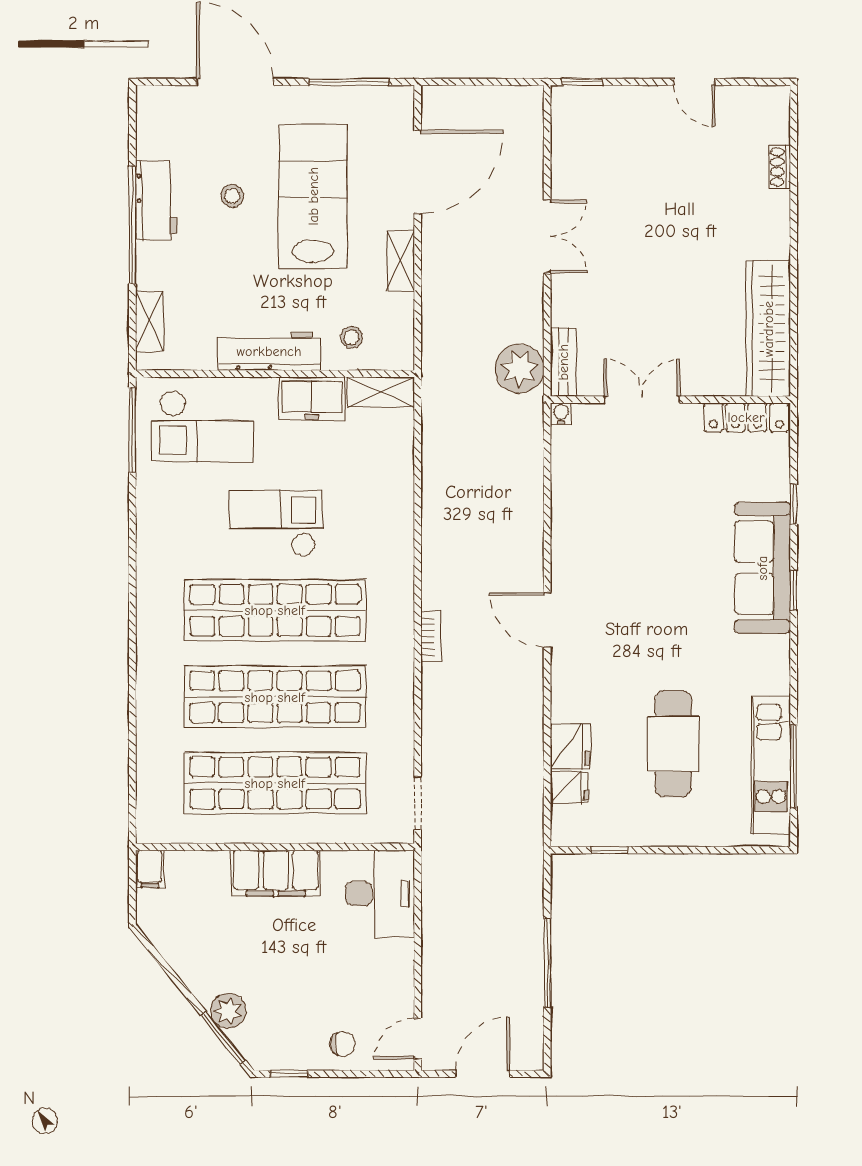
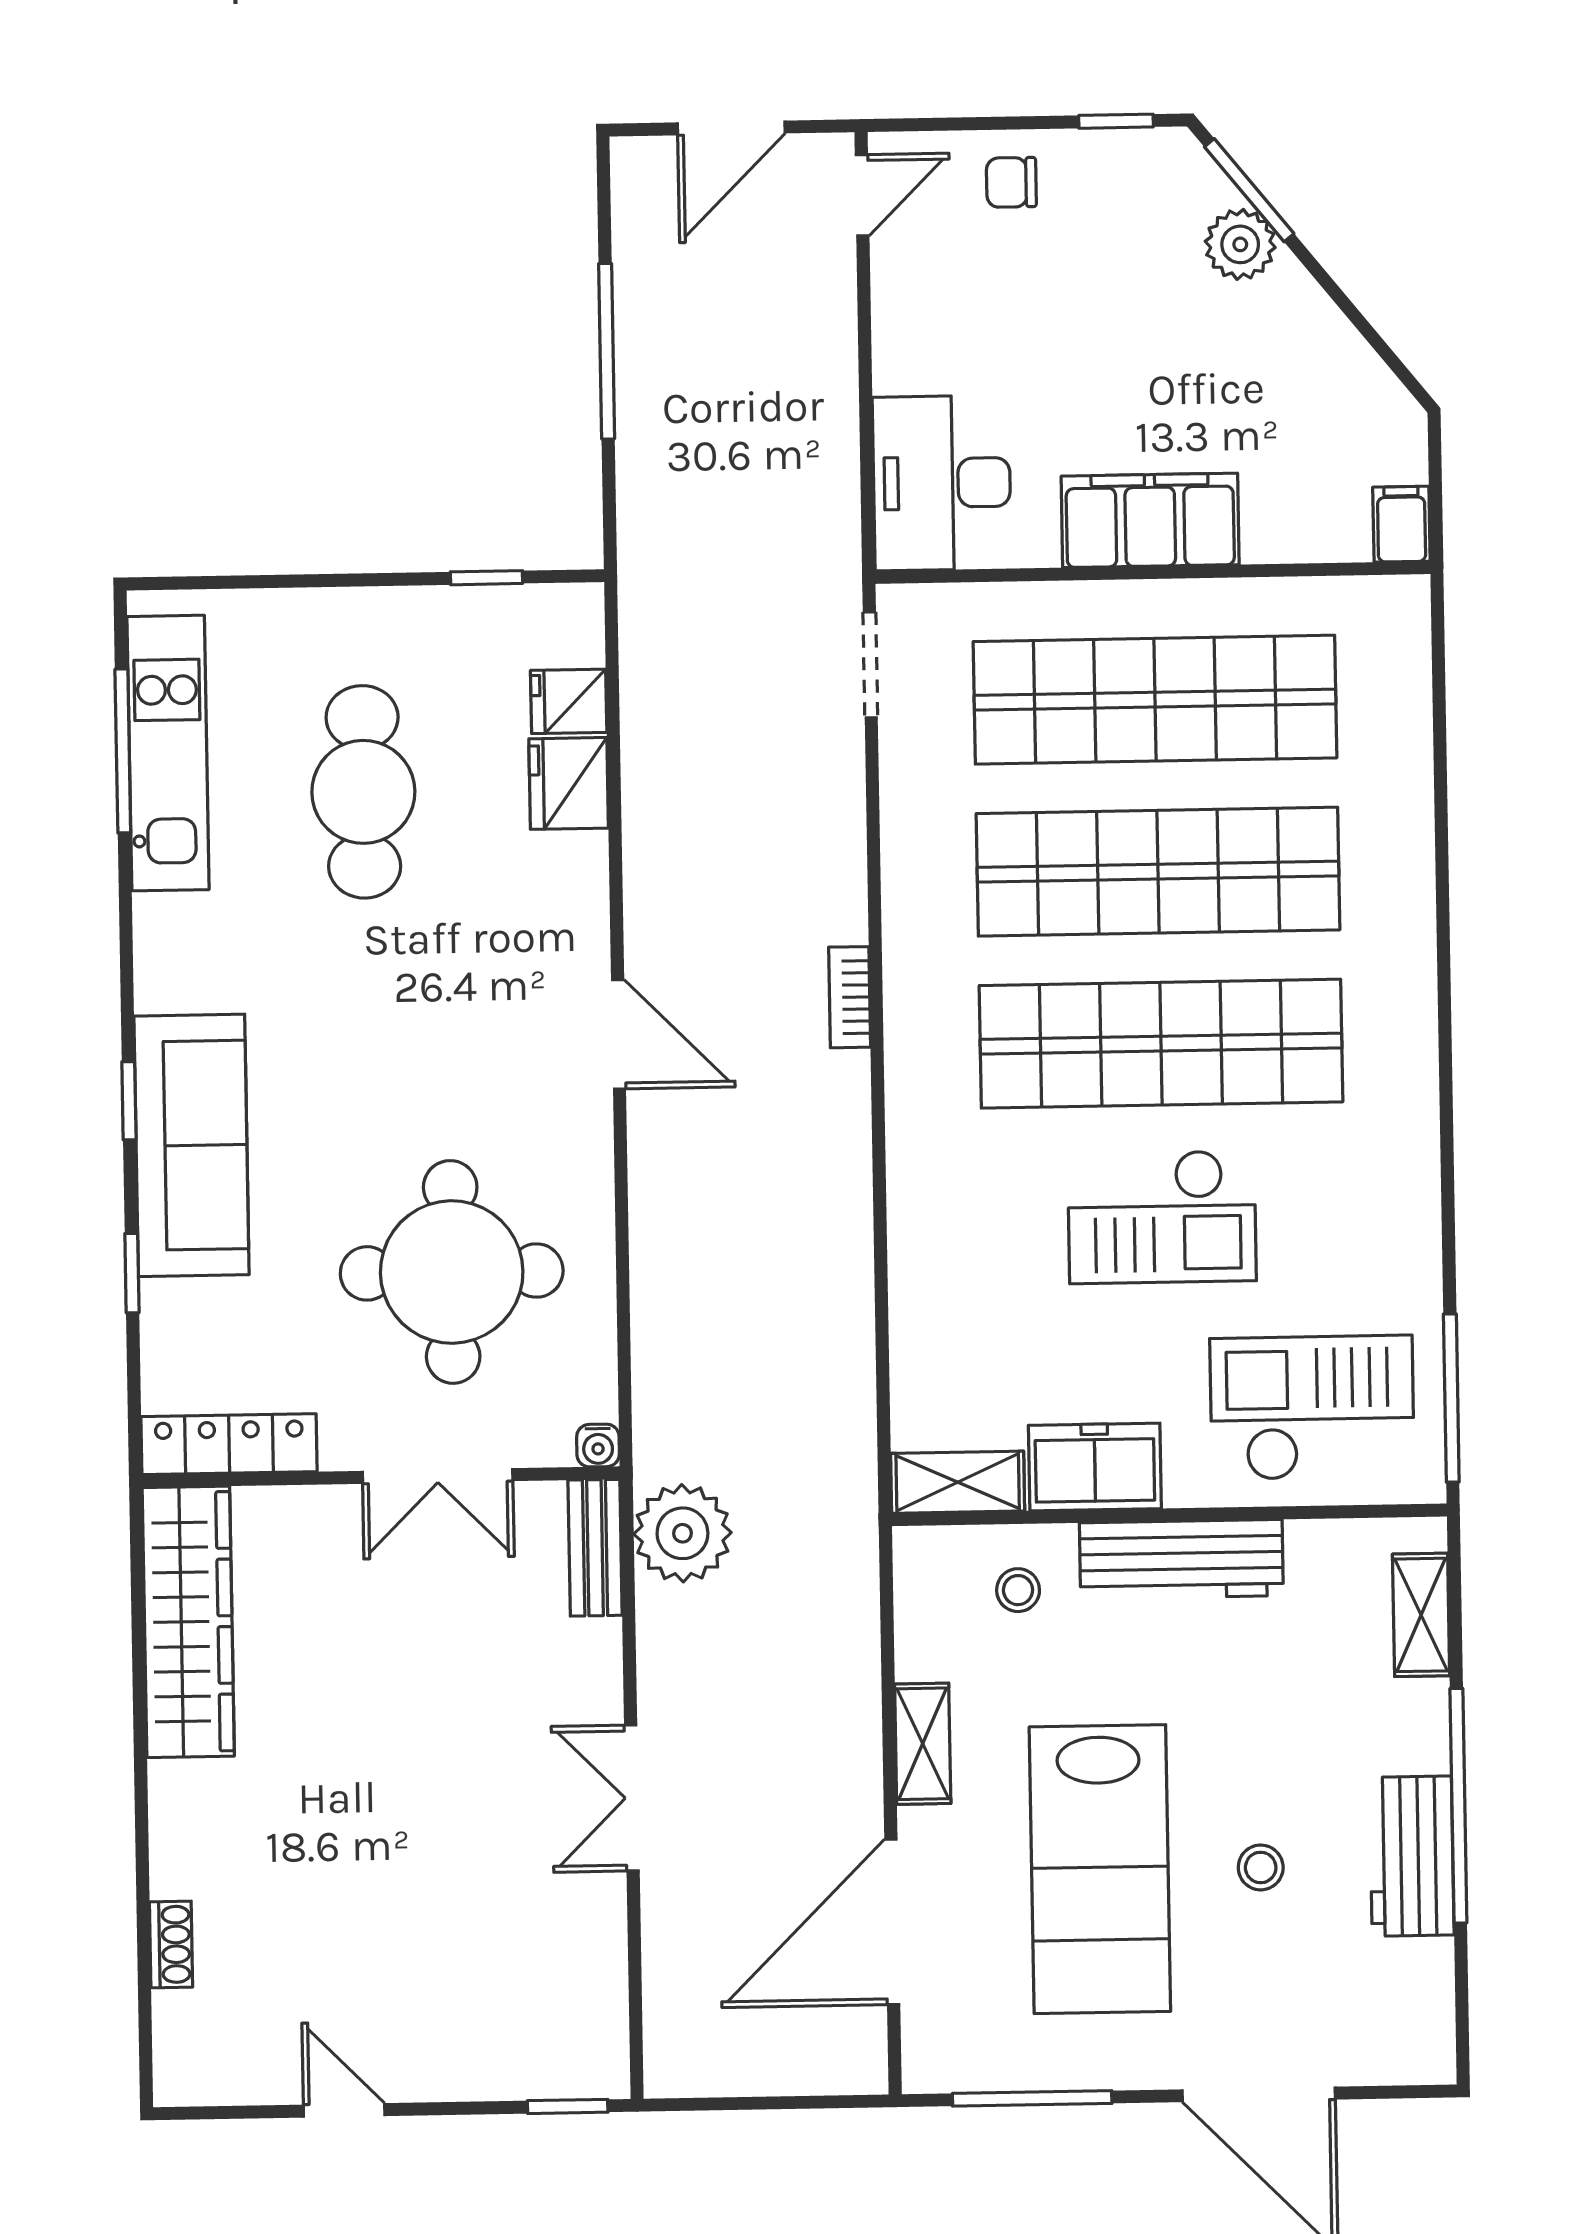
round table: (633, 502) -> (452, 1272), added

